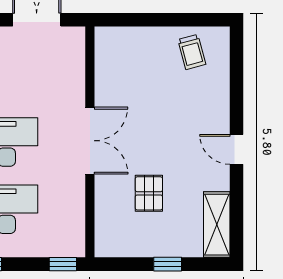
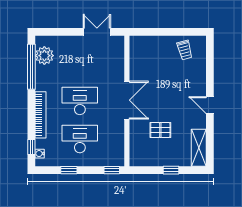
pallet: (149, 193) -> (160, 130), turned 90

